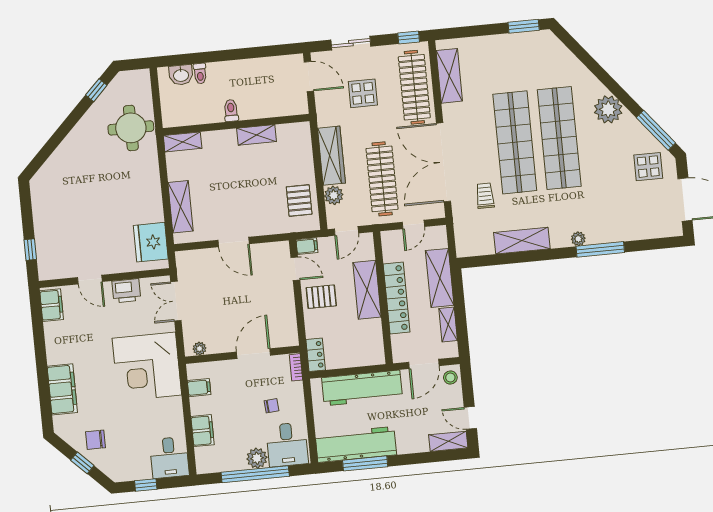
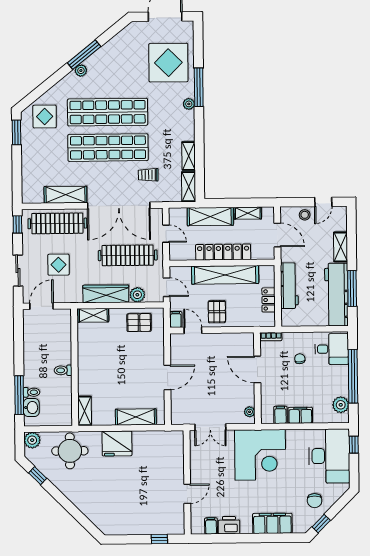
window: (195, 58) -> (19, 395), added
display table: (547, 60) -> (45, 116), added
shelving: (449, 76) -> (65, 195), moved
plant: (140, 80) -> (32, 440), added
plant: (608, 109) -> (81, 71), width x0.53, depth x0.53
window: (656, 130) -> (84, 55), moved
shelving: (257, 135) -> (93, 315), moved, turned 90
display table: (648, 167) -> (168, 63), moved, width x1.86, depth x1.86
shelving: (522, 241) -> (189, 156), width x0.67, depth x0.75
fridge: (151, 242) -> (117, 443), moved
shelving: (475, 248) -> (189, 187), added
door: (295, 269) -> (193, 330), hinge flipped
shelving: (367, 290) -> (225, 275), width x1.47
printer: (126, 291) -> (229, 525), moved, turned -90
filing cabinet: (52, 305) -> (211, 526), width x0.50
locker: (316, 355) -> (269, 300), moved, turned -90
stool: (450, 377) -> (305, 215), moved
workbench: (362, 388) -> (289, 286), width x0.73, depth x0.76
filing cabinet: (202, 431) -> (300, 415), moved
shelving: (448, 441) -> (341, 247), moved
desk: (169, 457) -> (329, 456), width x1.87, depth x1.30
plant: (257, 458) -> (341, 405), moved
window: (82, 463) -> (321, 524), moved
window: (146, 485) -> (354, 445), moved

